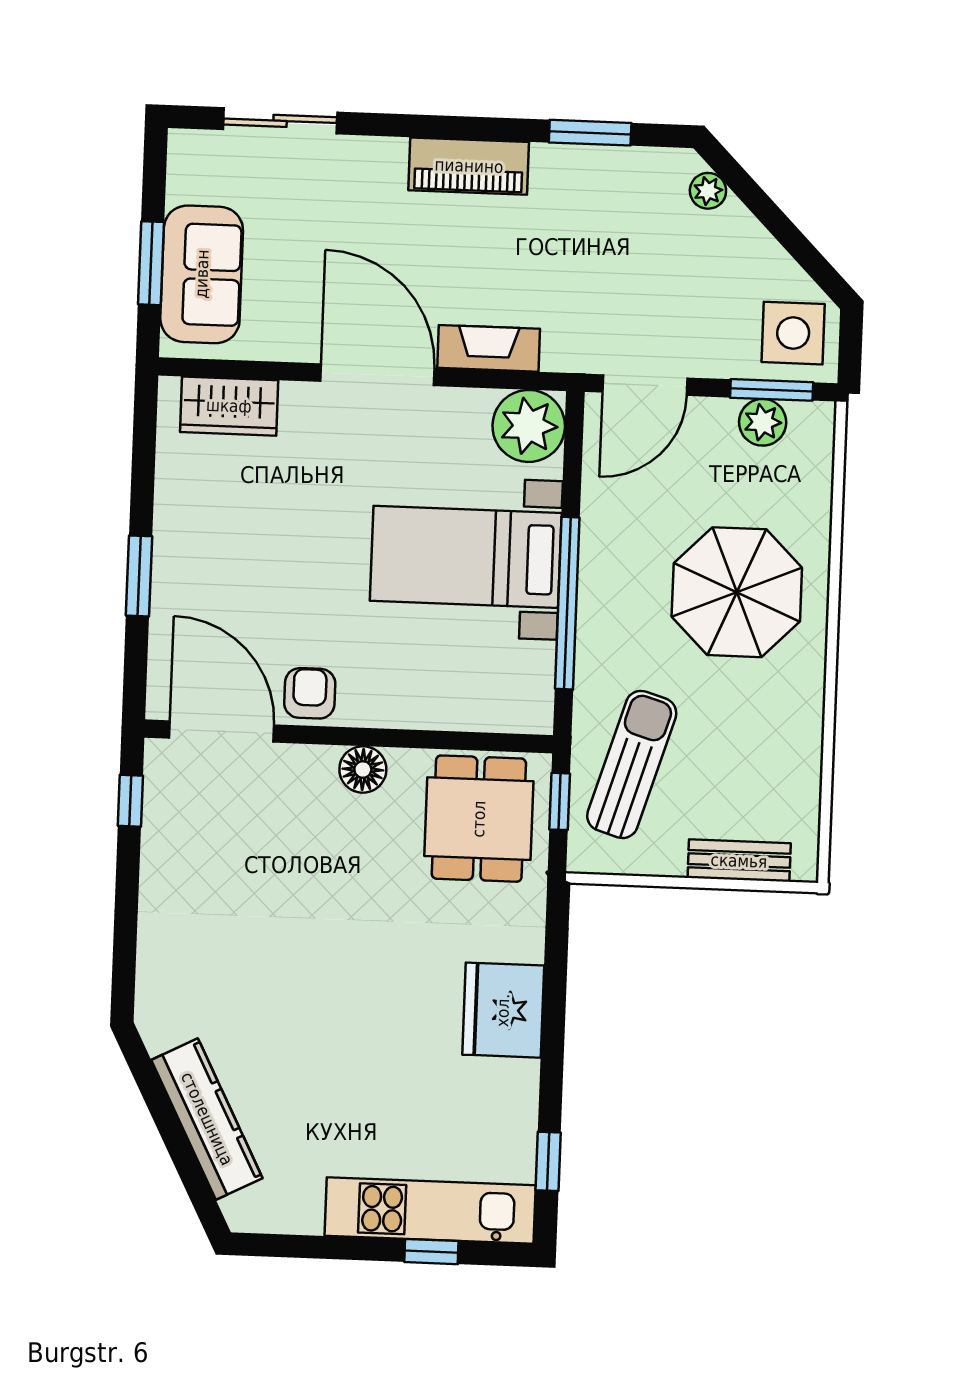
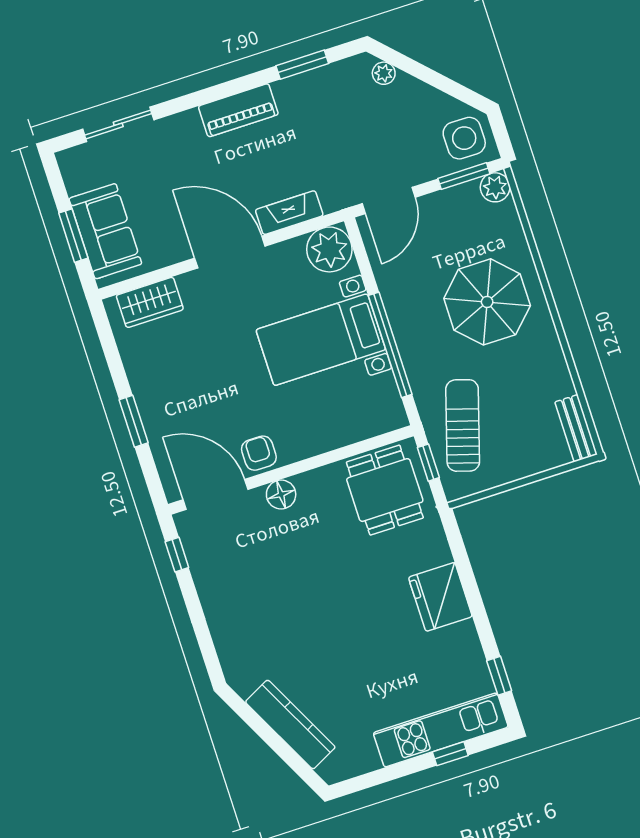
plant: (763, 422) -> (495, 187), moved
floor lamp: (363, 770) -> (281, 494), moved
bench: (739, 861) -> (576, 428), moved, turned 90

